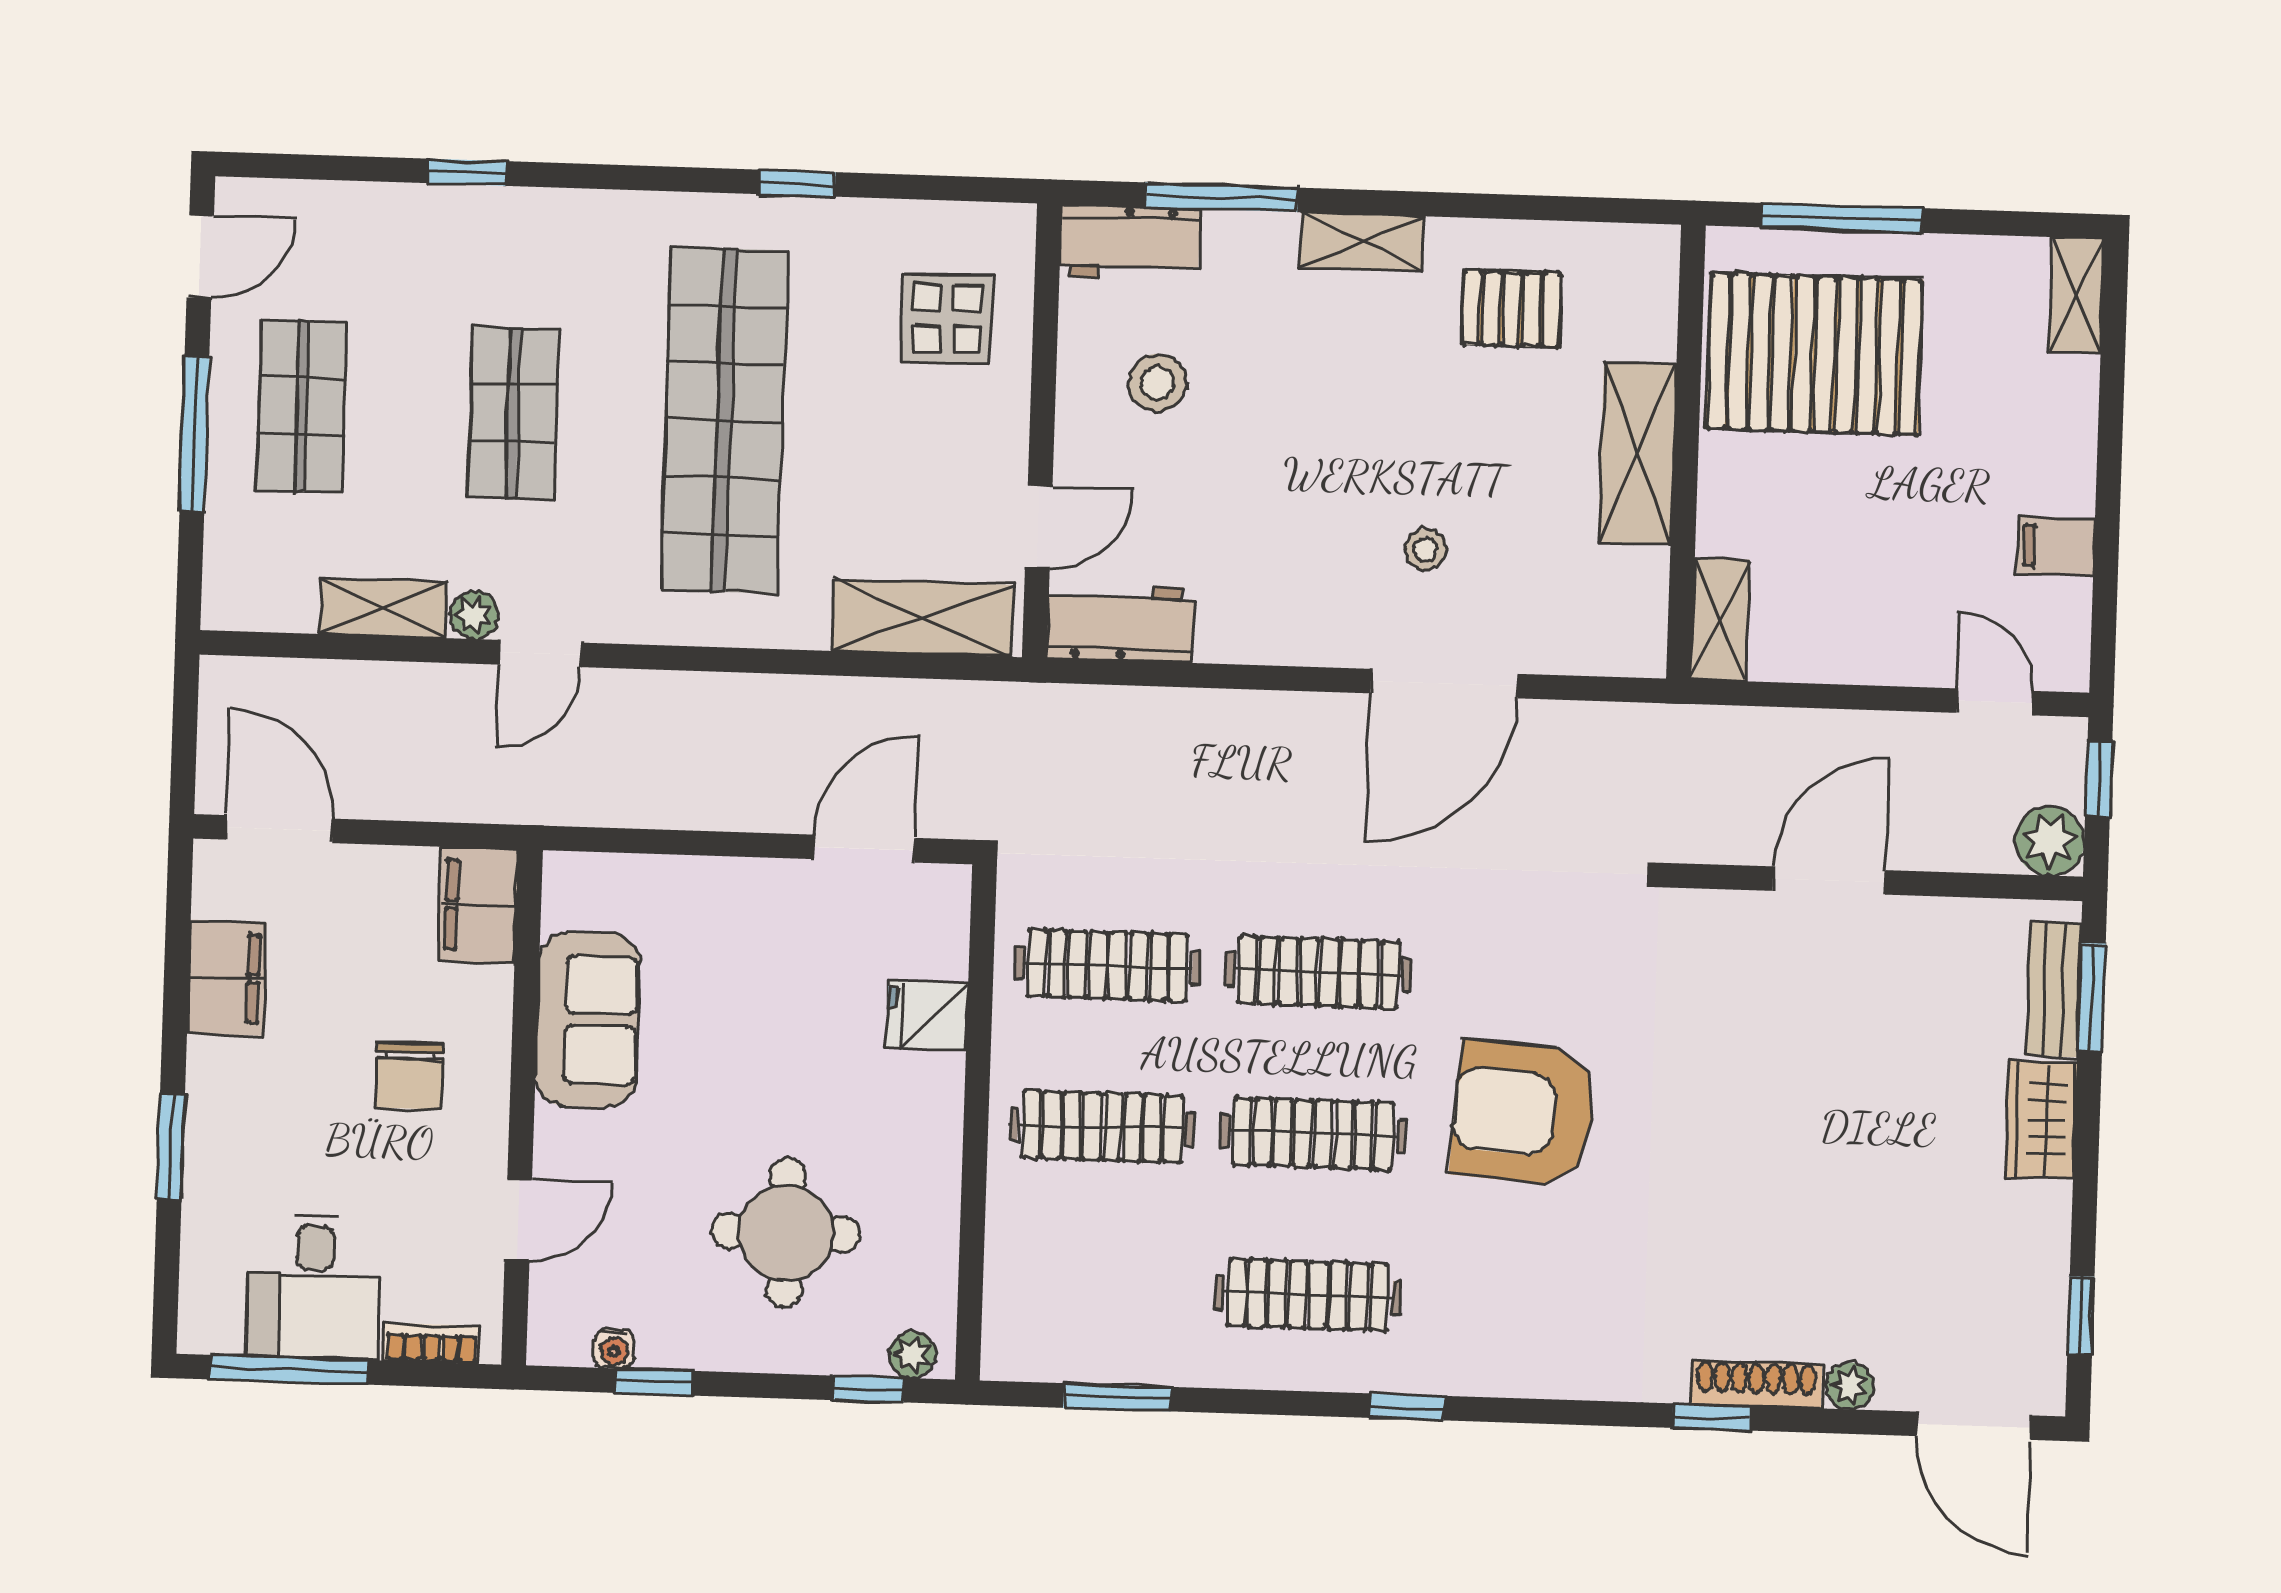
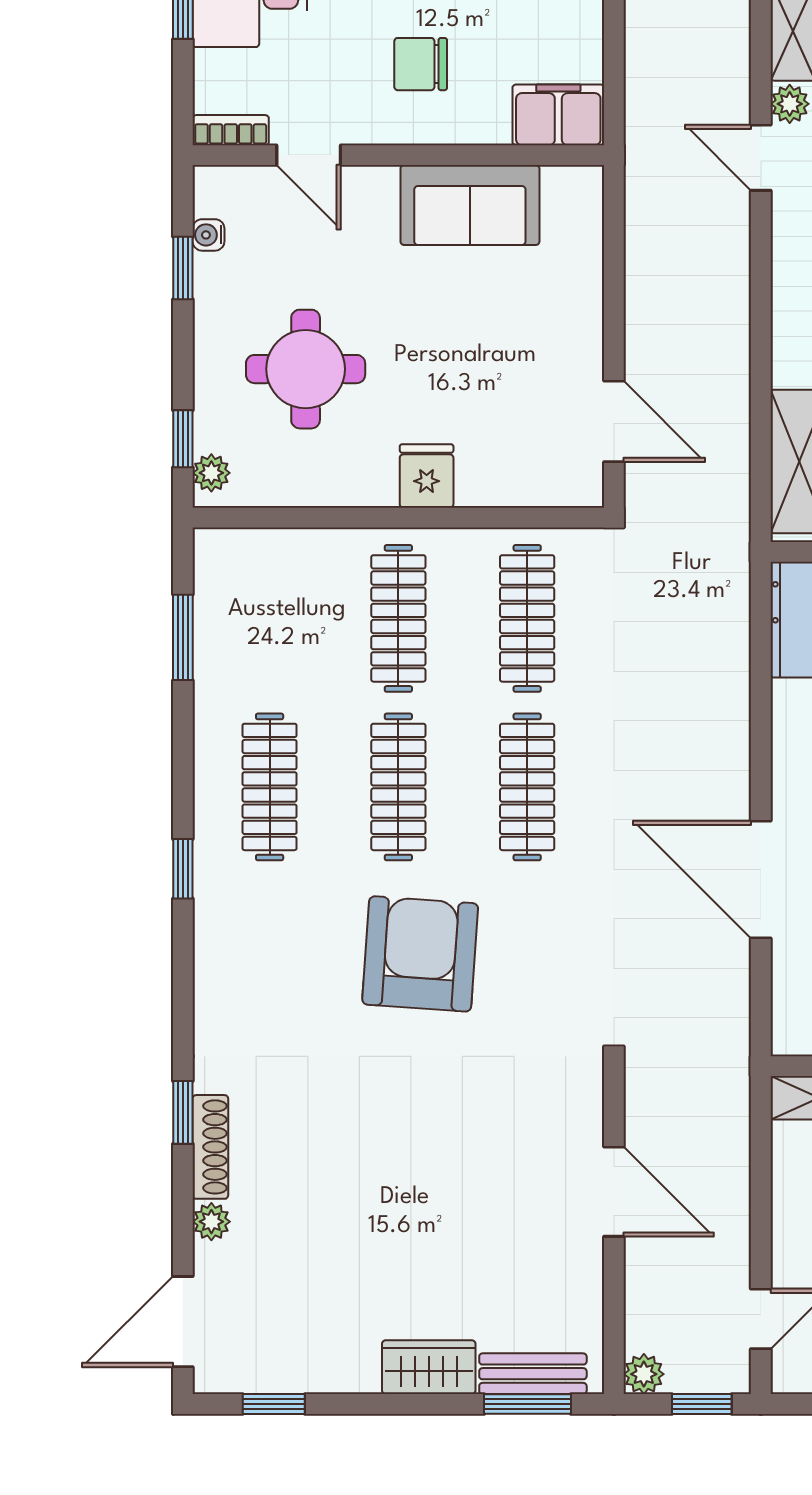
plant: (2050, 841) -> (644, 1374), width x0.73, depth x0.73
fridge: (927, 1015) -> (427, 476), moved
bookcase: (431, 1343) -> (231, 130), moved, turned -90

